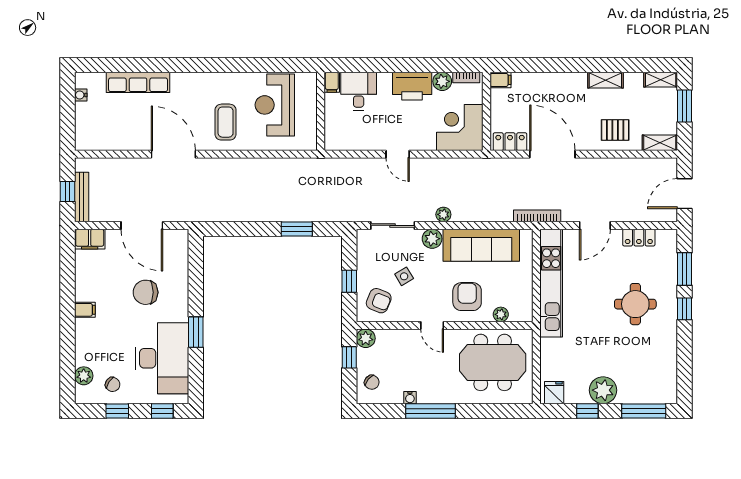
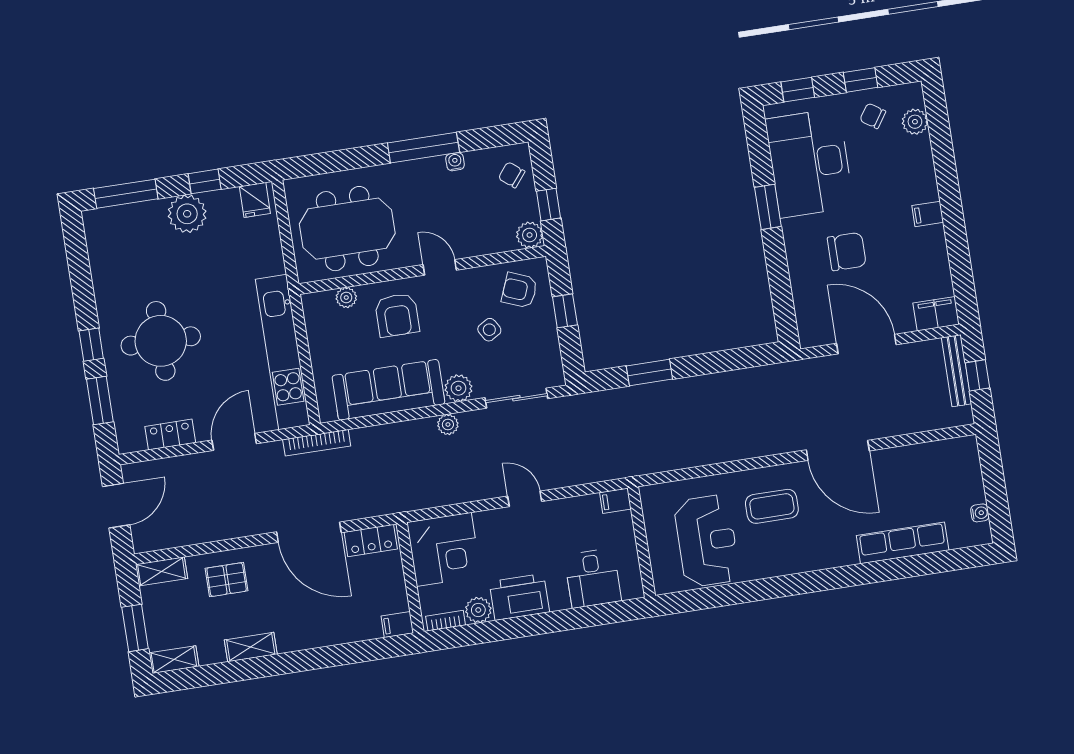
filing cabinet: (332, 82) -> (616, 501), moved, turned -90
coffee table: (226, 122) -> (772, 506), turned 90
round table: (635, 304) -> (161, 341), width x1.36, depth x1.36

